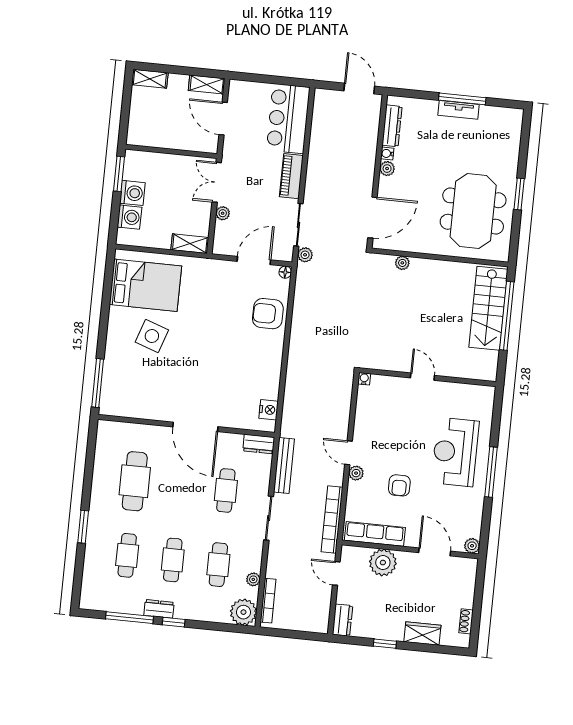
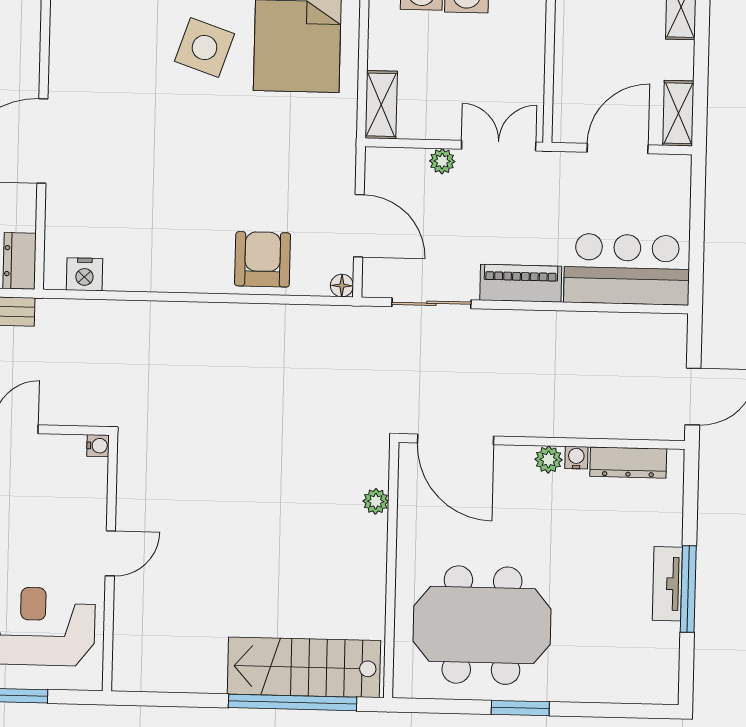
plant: (305, 255) -> (377, 320), removed
door: (422, 377) -> (110, 553), moved
wall: (428, 377) -> (110, 563), moved
water cooler: (364, 379) -> (98, 446), moved

